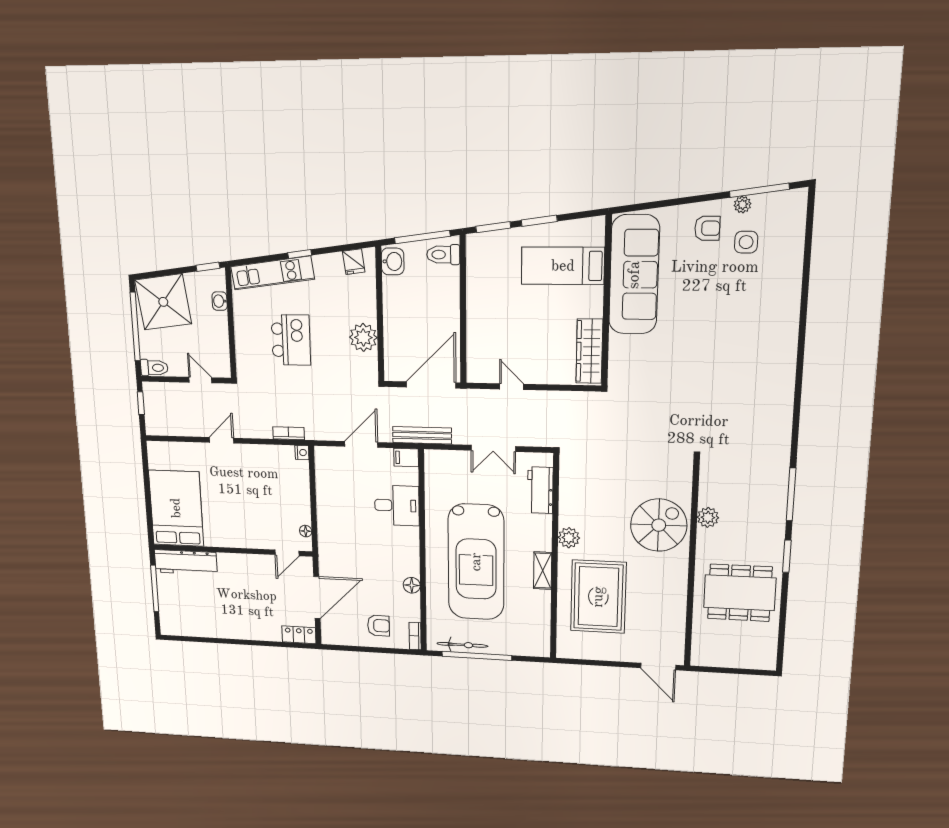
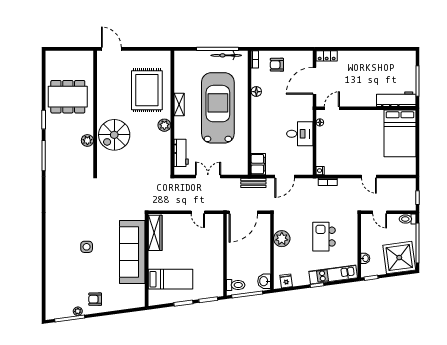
side table: (746, 242) -> (87, 247), moved
sofa: (634, 275) -> (132, 252), moved
bench: (422, 435) -> (253, 183), width x0.73
door: (222, 440) -> (369, 176), hinge flipped
filing cabinet: (406, 458) -> (258, 164), width x2.00
desk: (397, 505) -> (300, 134), moved, turned 180

